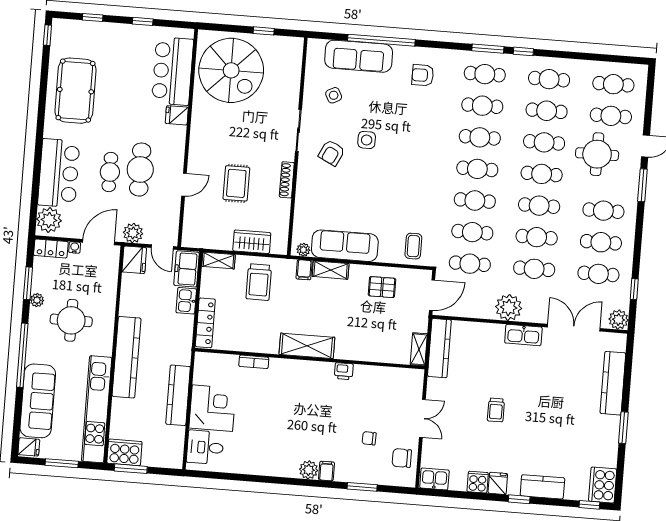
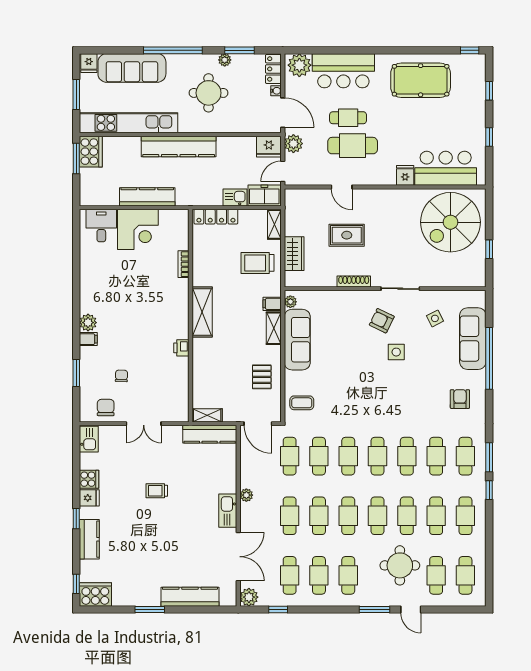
plant: (509, 308) -> (246, 495), width x0.53, depth x0.53

